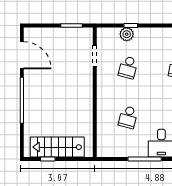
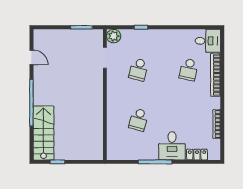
plant: (127, 34) -> (114, 36), moved
door: (22, 55) -> (31, 57), width x0.53
stairs: (57, 147) -> (43, 133), moved, turned 90

